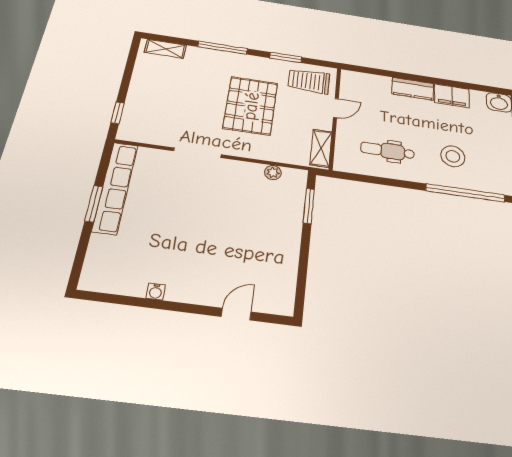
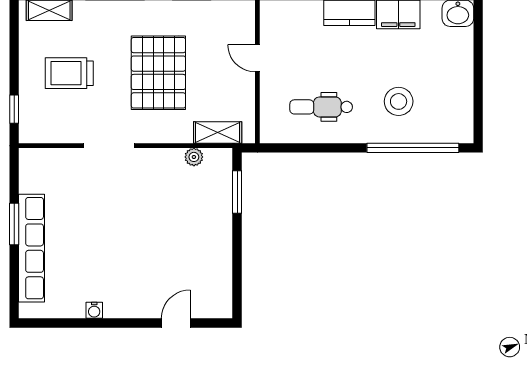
trolley: (309, 81) -> (69, 73), moved
door: (336, 108) -> (257, 58), swing flipped
shelving: (321, 148) -> (218, 133), moved, turned 90
row of seats: (115, 187) -> (31, 248), moved

